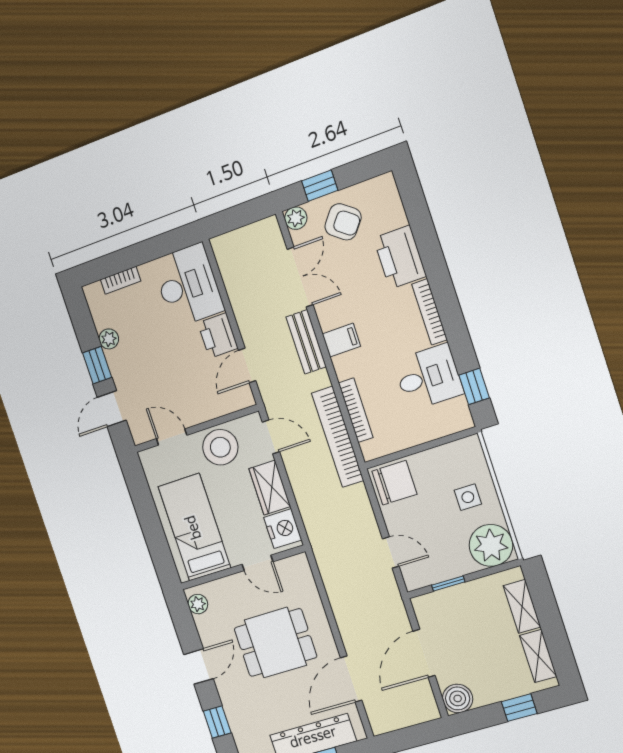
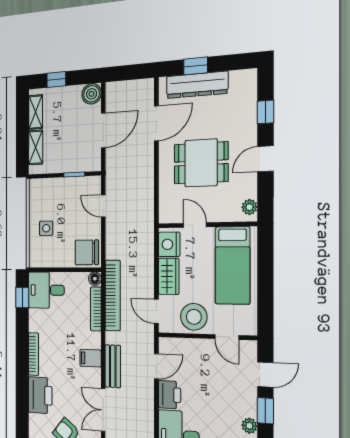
desk: (428, 377) -> (46, 290), moved
floor lamp: (371, 451) -> (95, 279), added
plant: (491, 545) -> (42, 193), removed

